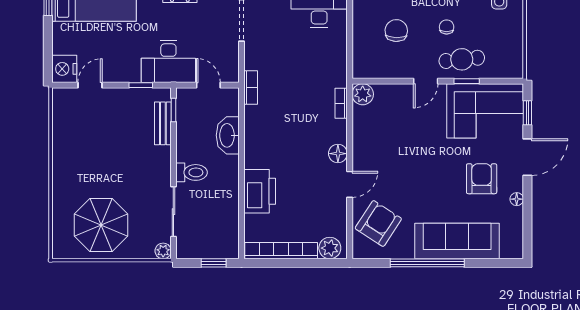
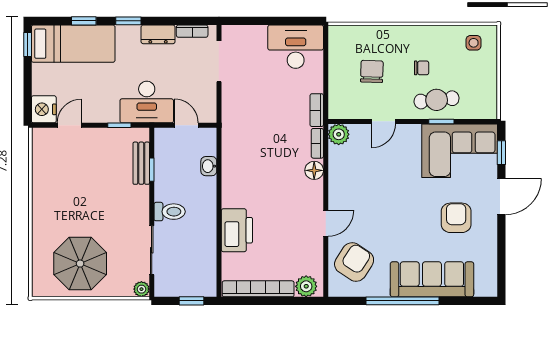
chair: (447, 27) -> (422, 68), turned 90
door: (426, 81) -> (383, 121), moved
bookcase: (251, 88) -> (317, 110), moved, turned 180
window: (173, 110) -> (152, 170), moved
washbasin: (228, 135) -> (209, 166), width x0.52, depth x0.69
floor lamp: (338, 154) -> (314, 170), moved
floor lamp: (517, 199) -> (491, 238), removed

